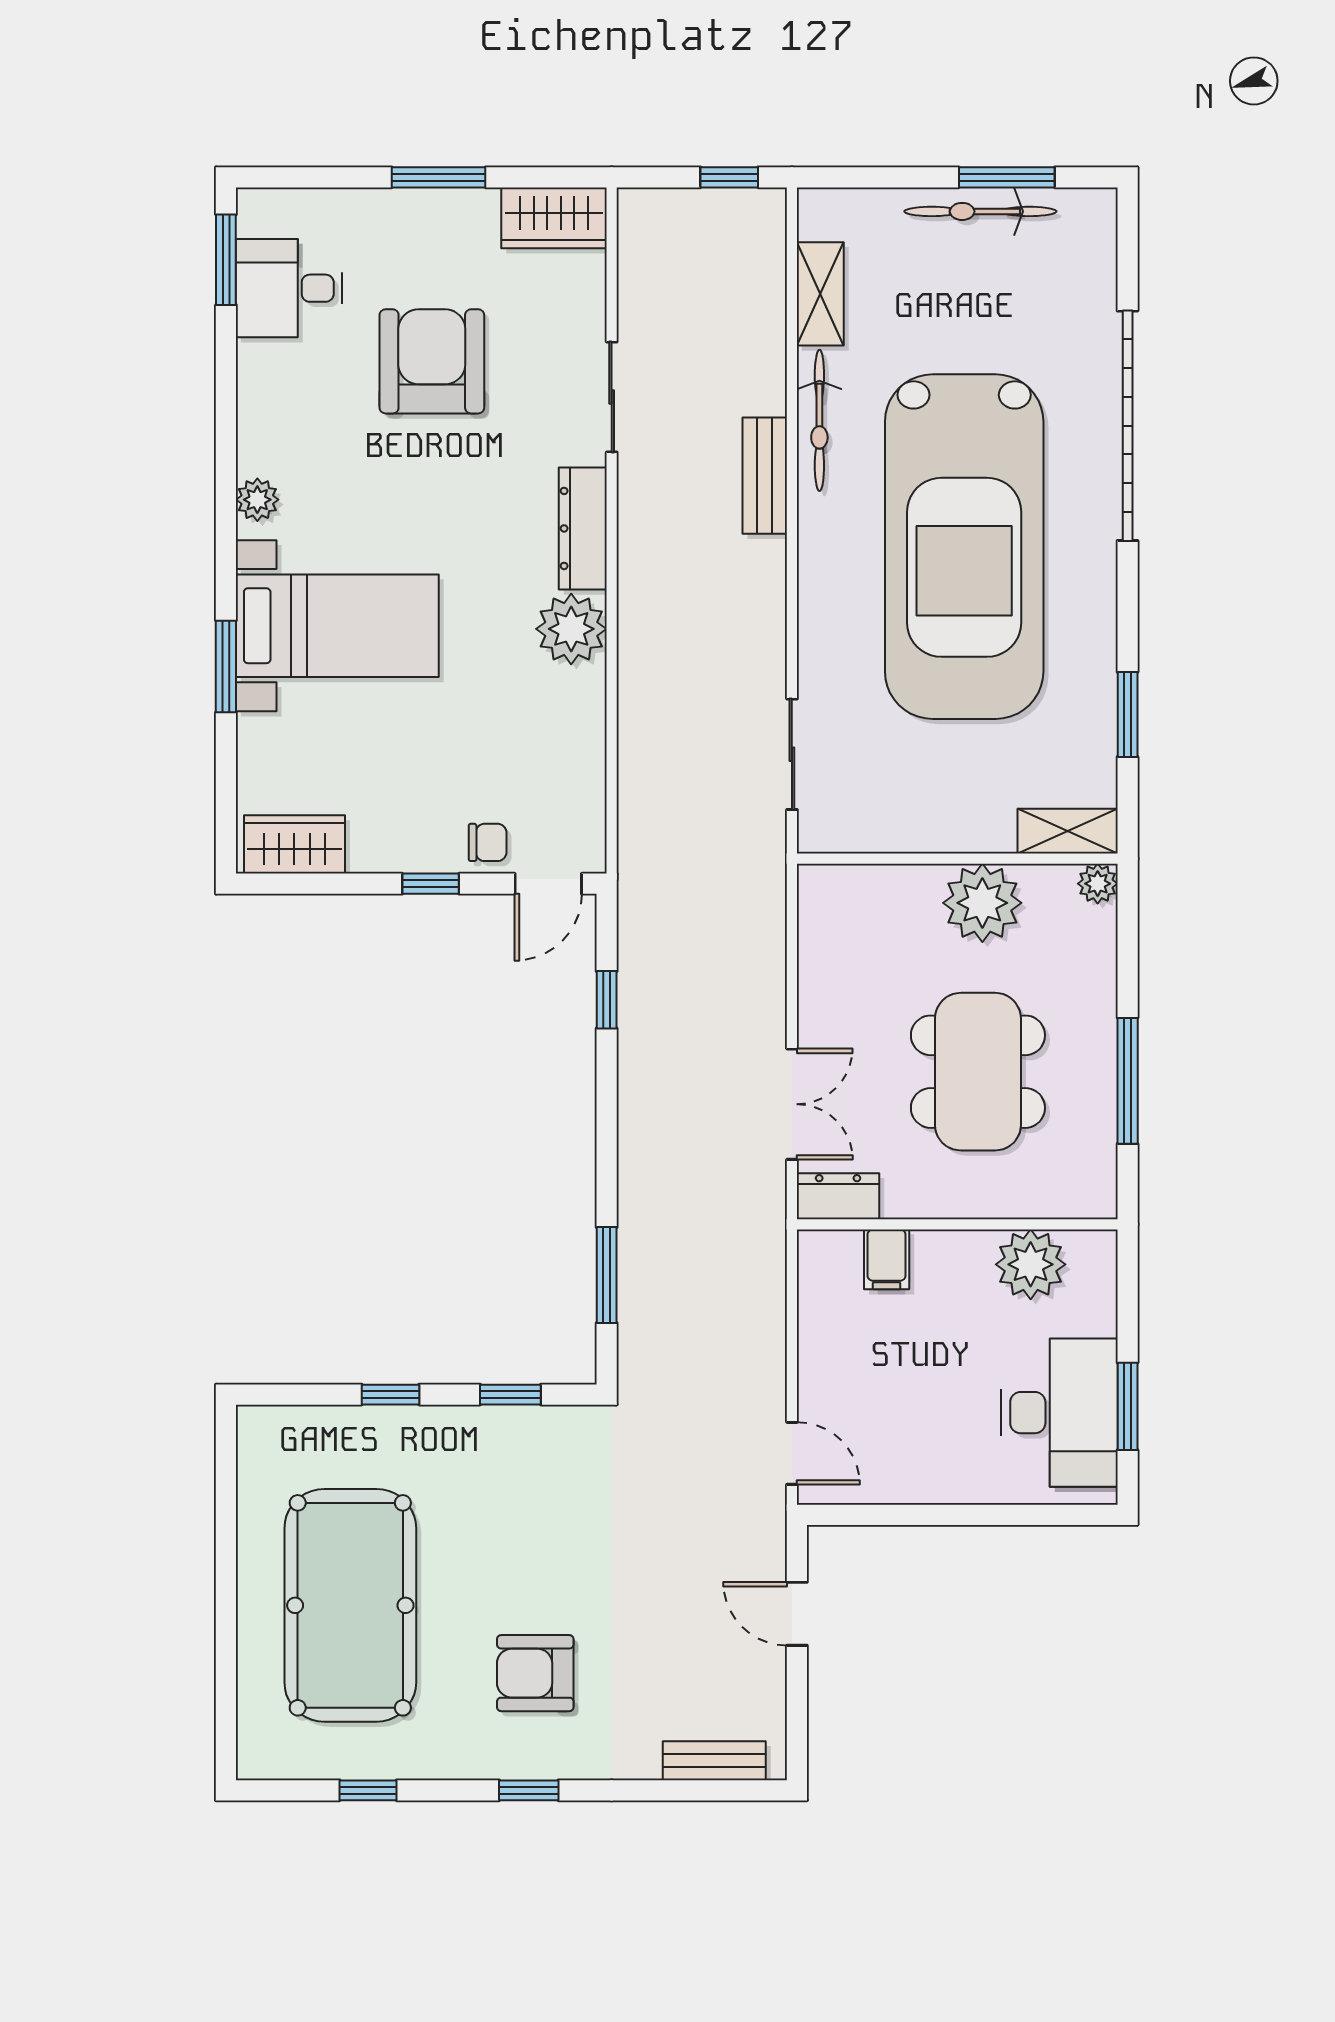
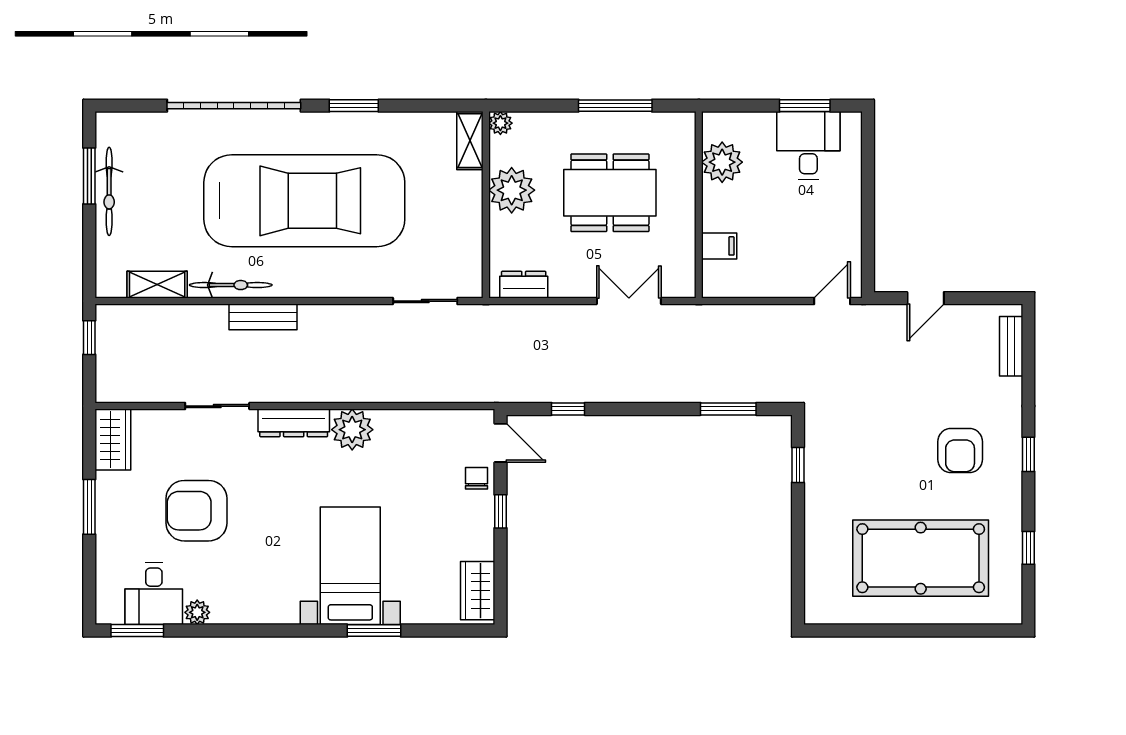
plant: (257, 500) -> (197, 612), moved
window: (1128, 714) -> (354, 106), moved
dresser: (838, 1196) -> (524, 285), moved, turned 90
window: (390, 1395) -> (798, 535), removed
desk: (1059, 1413) -> (808, 145), width x0.73

